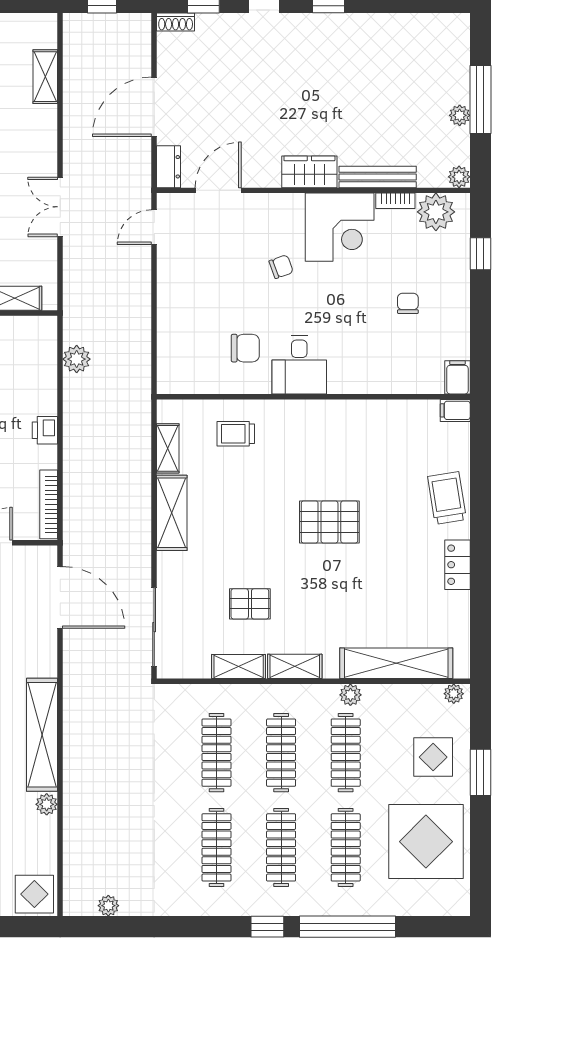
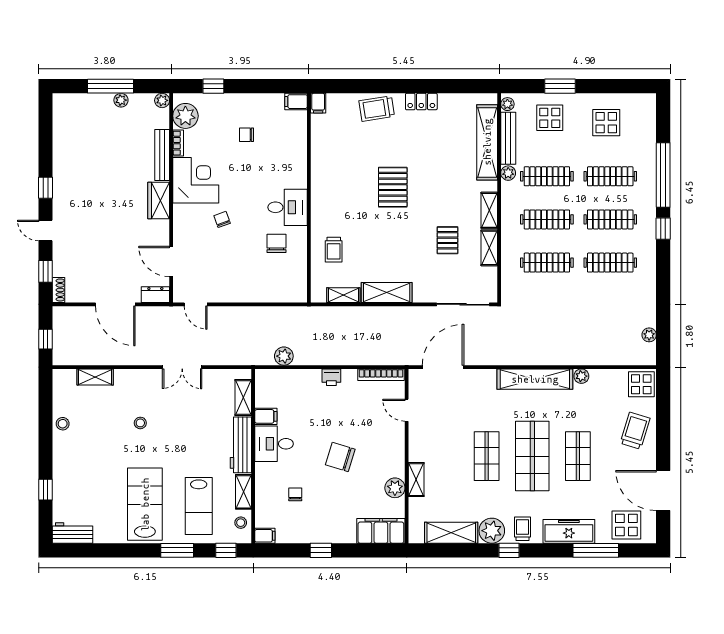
bench: (403, 695) -> (508, 138), added
display table: (426, 842) -> (606, 123), width x0.54, depth x0.54

